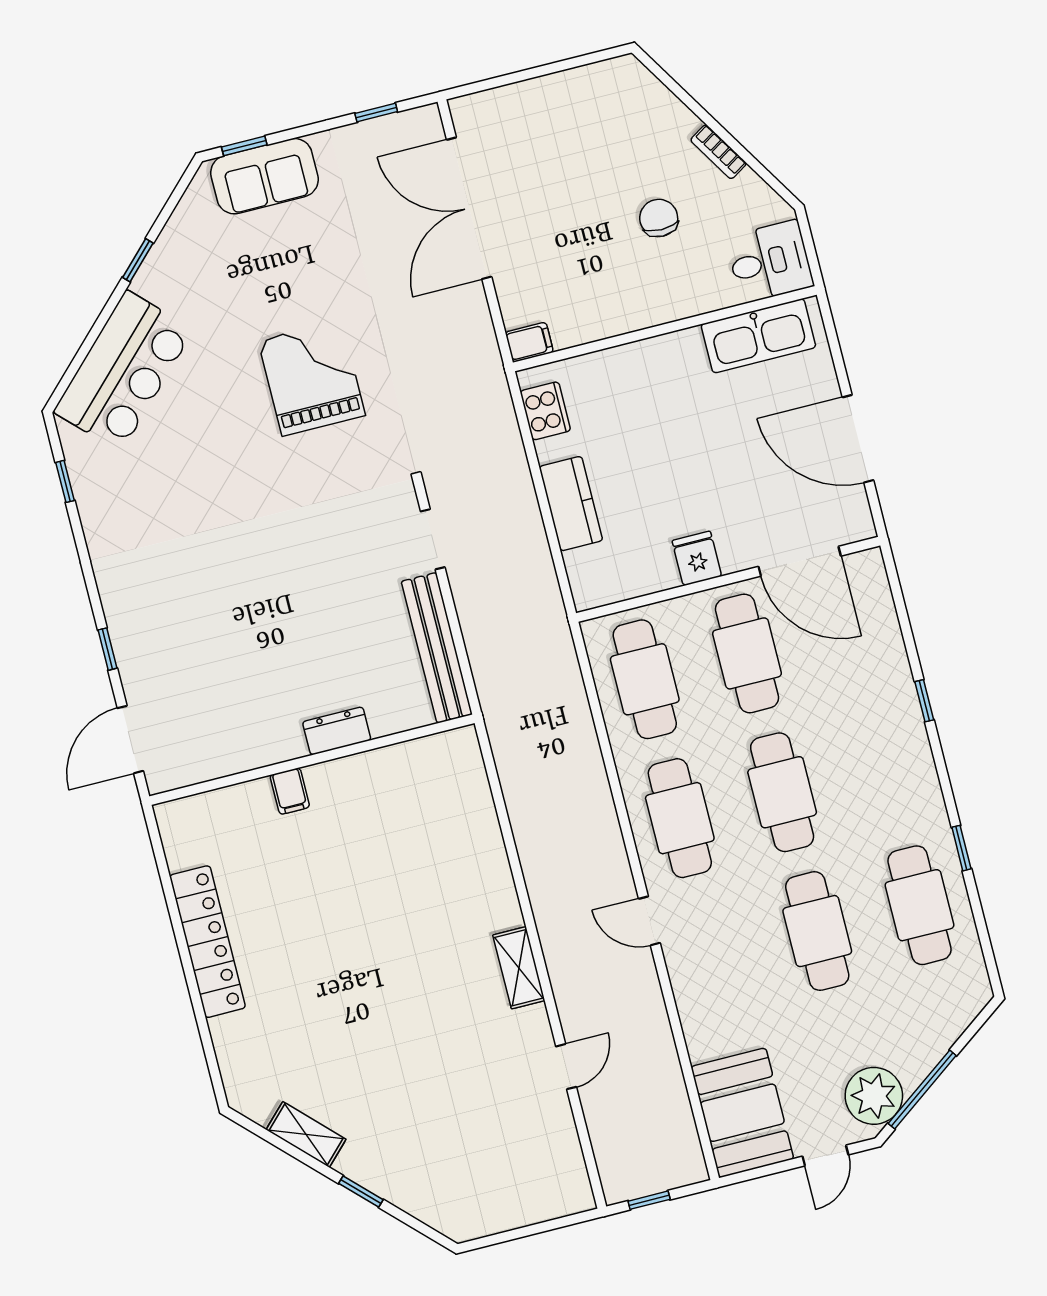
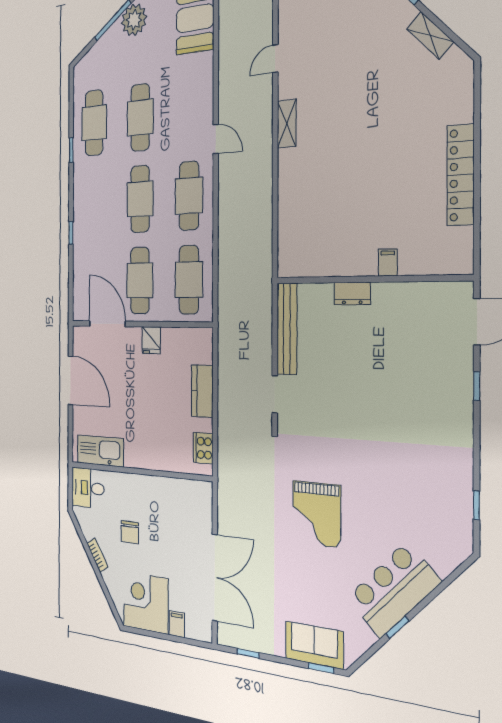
corner desk: (595, 112) -> (146, 602), added
filing cabinet: (529, 342) -> (177, 624), moved, turned 90
bar counter: (123, 371) -> (394, 590), moved

